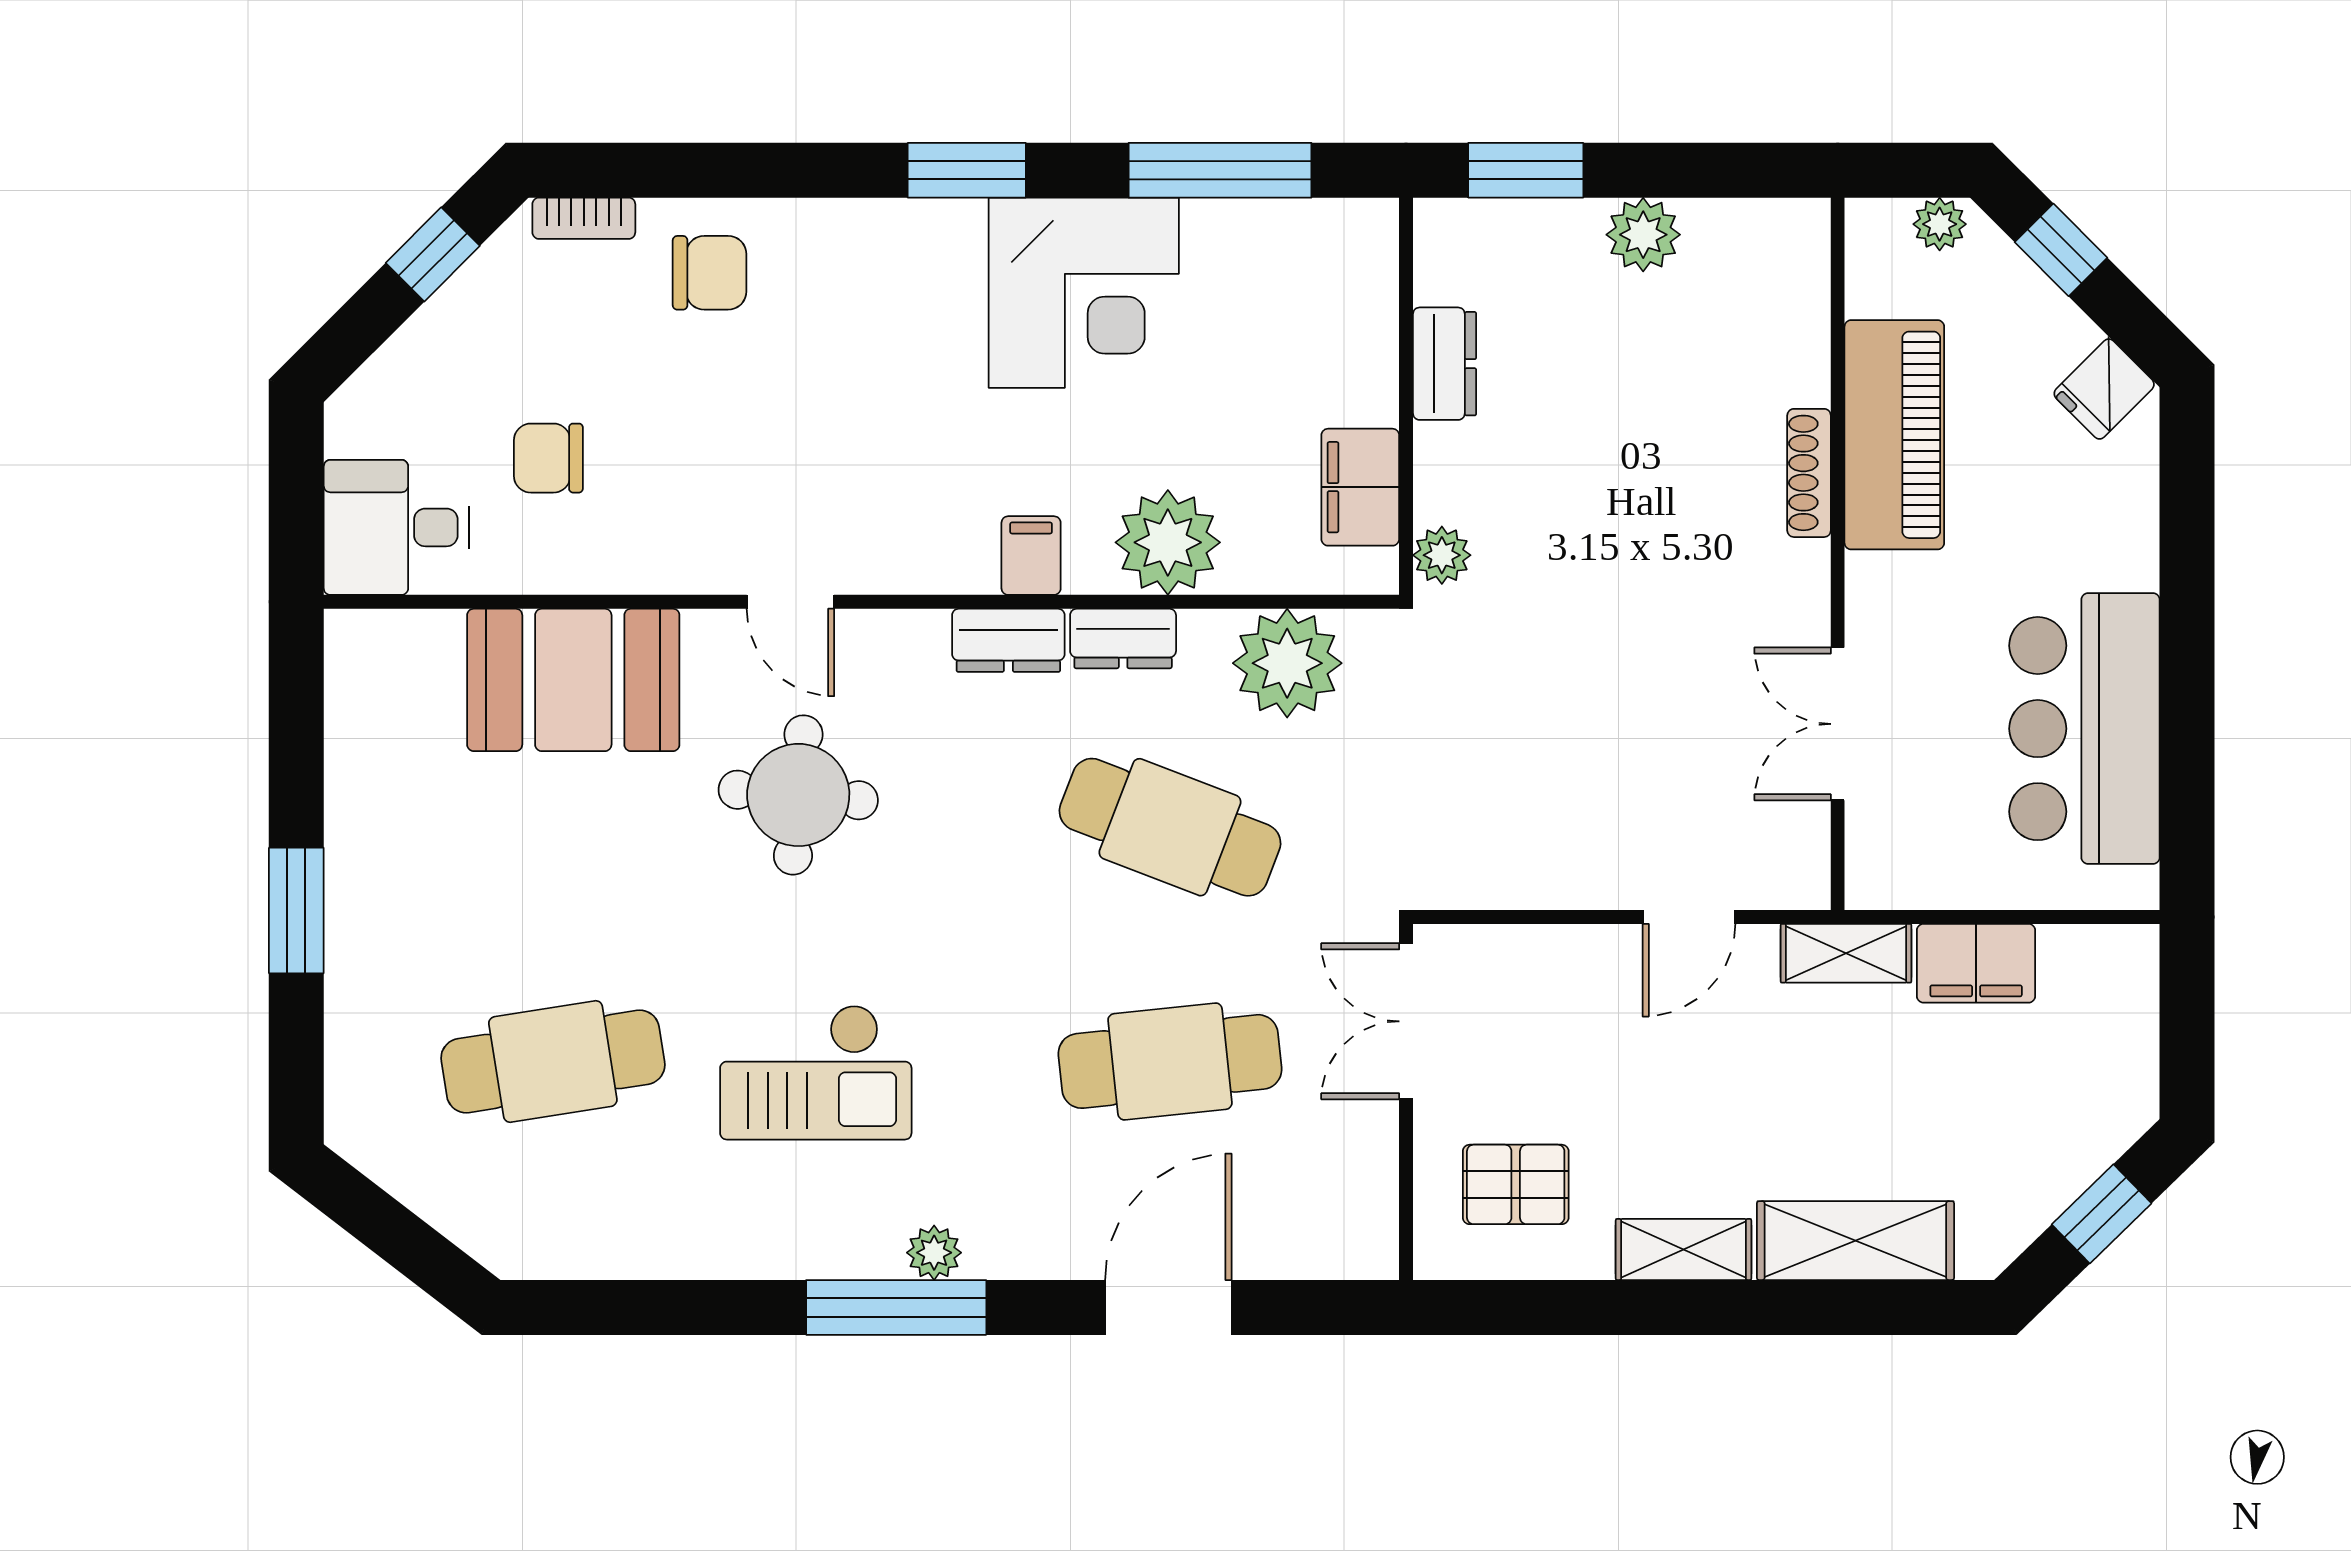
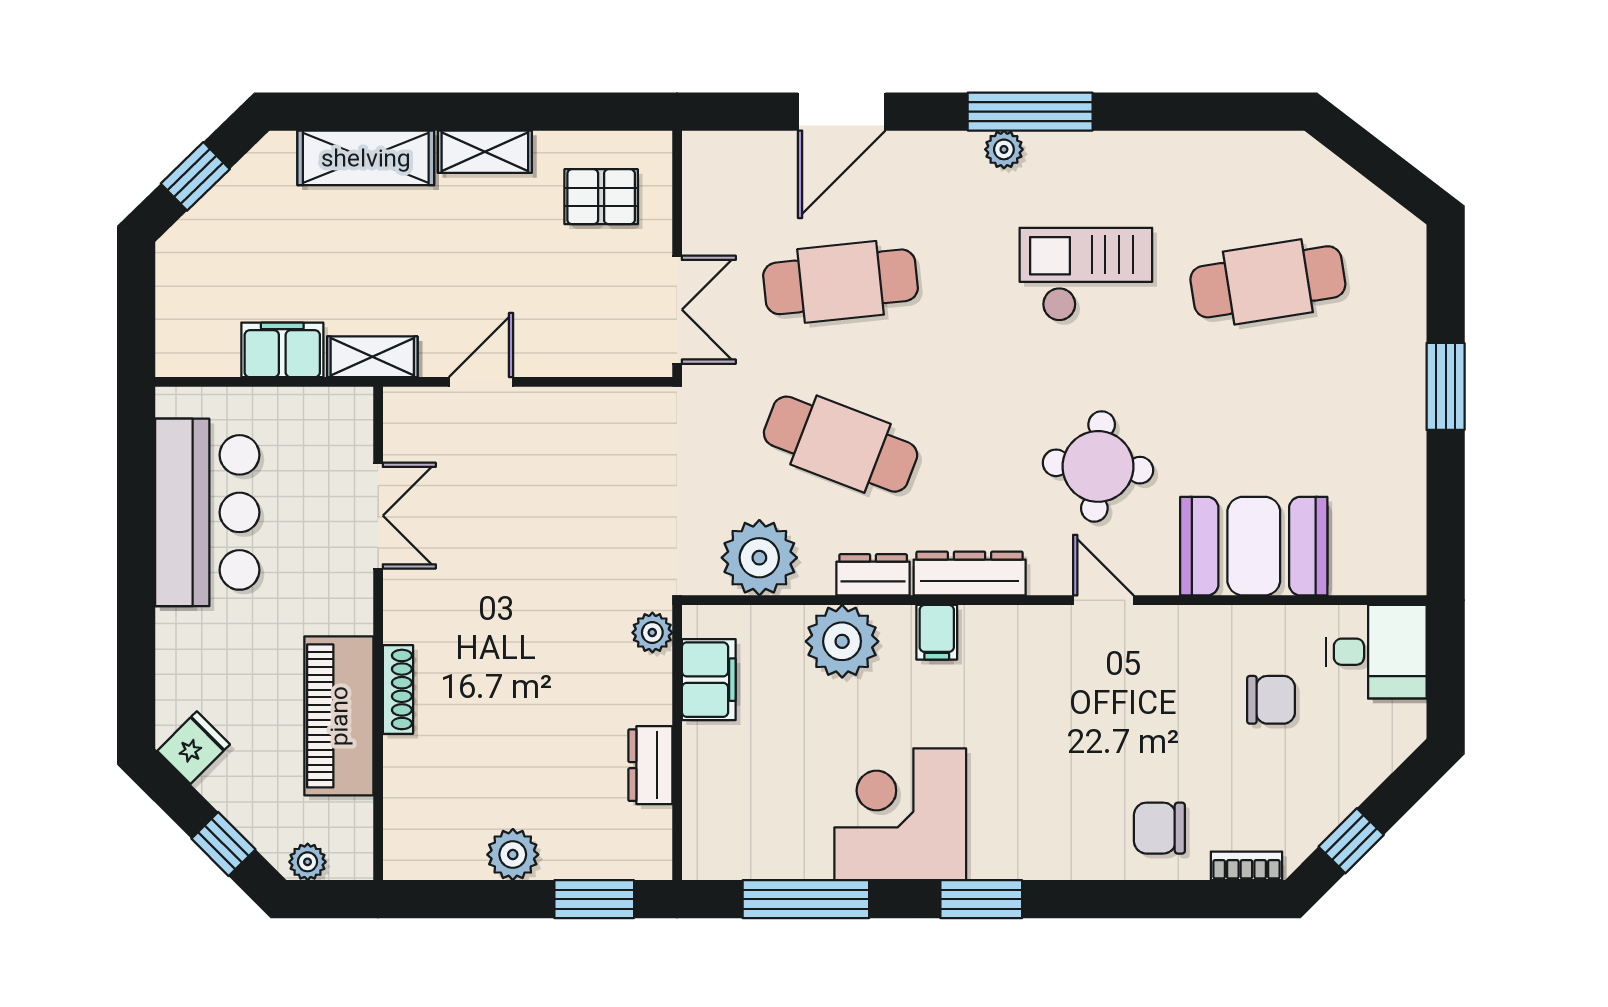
dresser: (1008, 640) -> (970, 574), width x1.44

